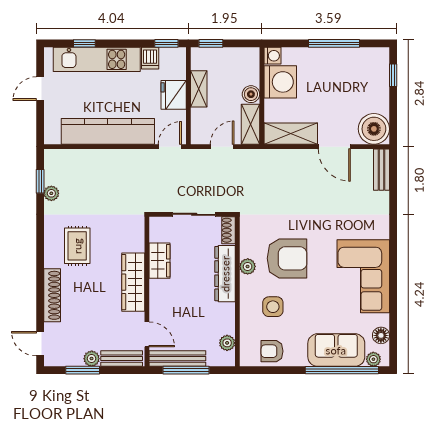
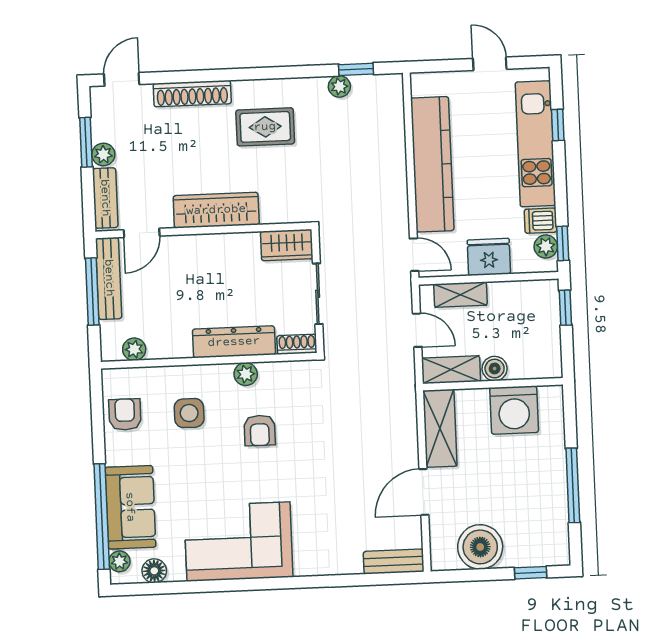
plant: (168, 55) -> (546, 247), added
washing machine: (273, 56) -> (551, 397), removed
shelving: (199, 89) -> (460, 295), moved
boiler: (374, 129) -> (480, 547), moved
armchair: (287, 258) -> (260, 430), width x0.53, depth x0.53
wardrobe: (160, 261) -> (287, 245), moved

